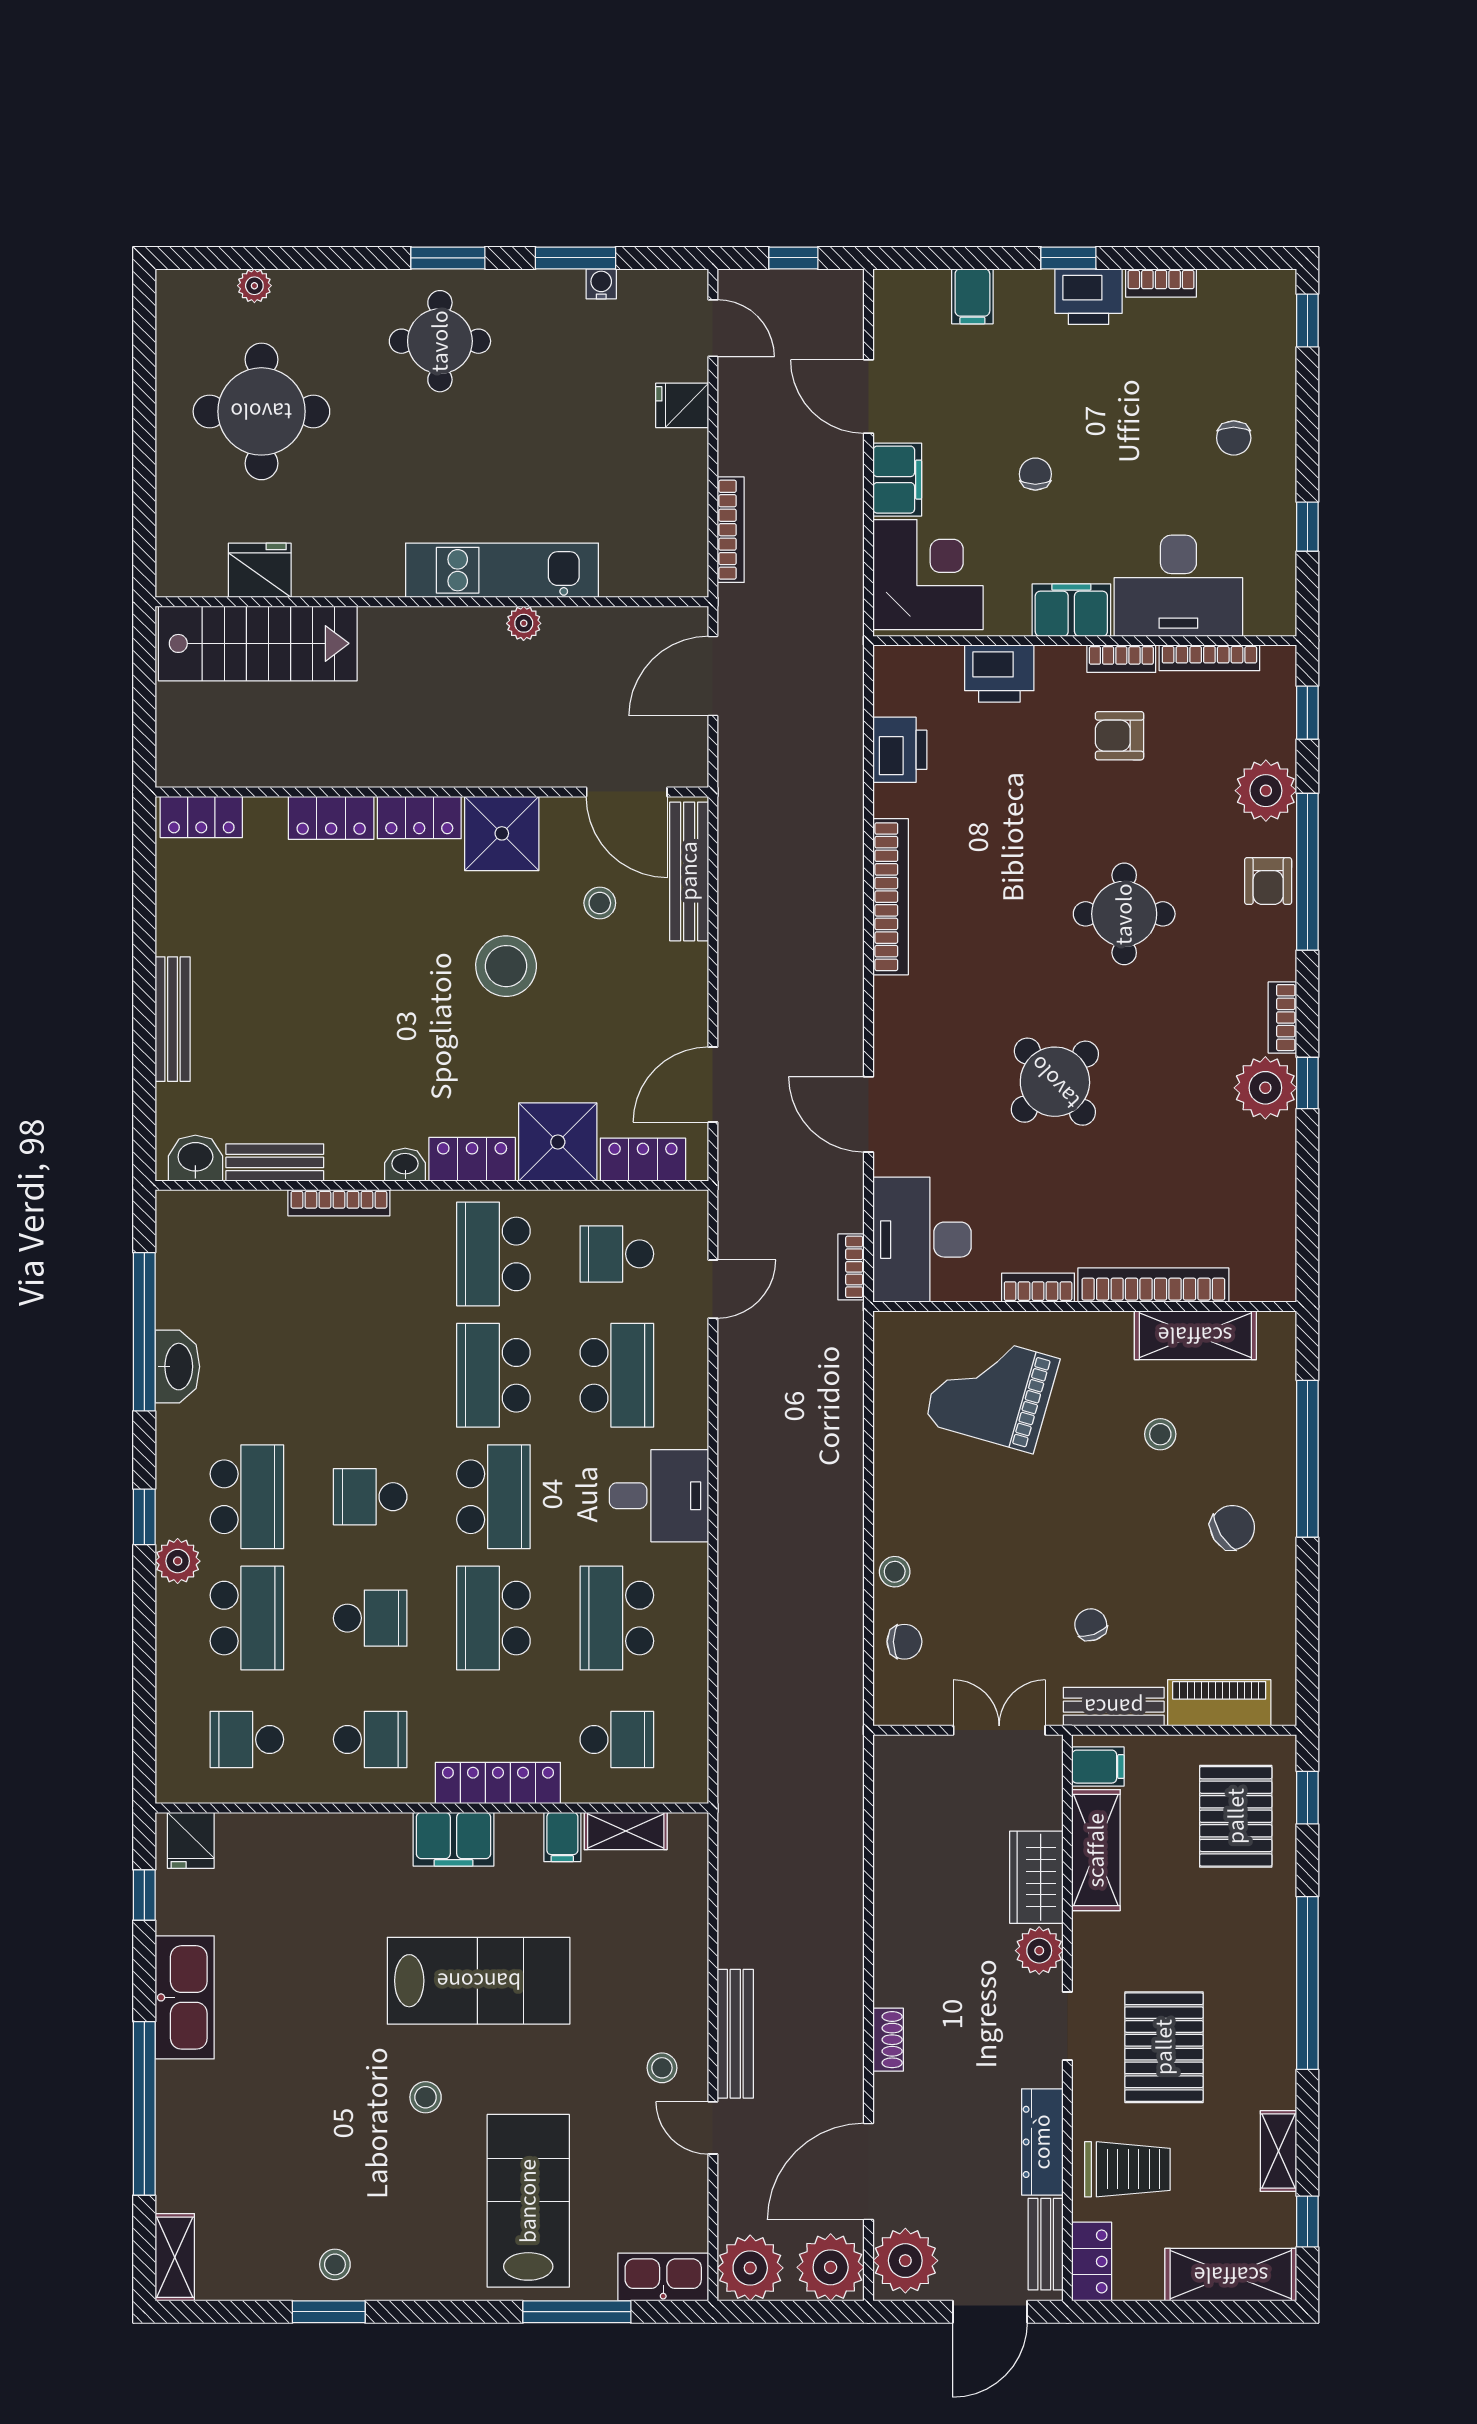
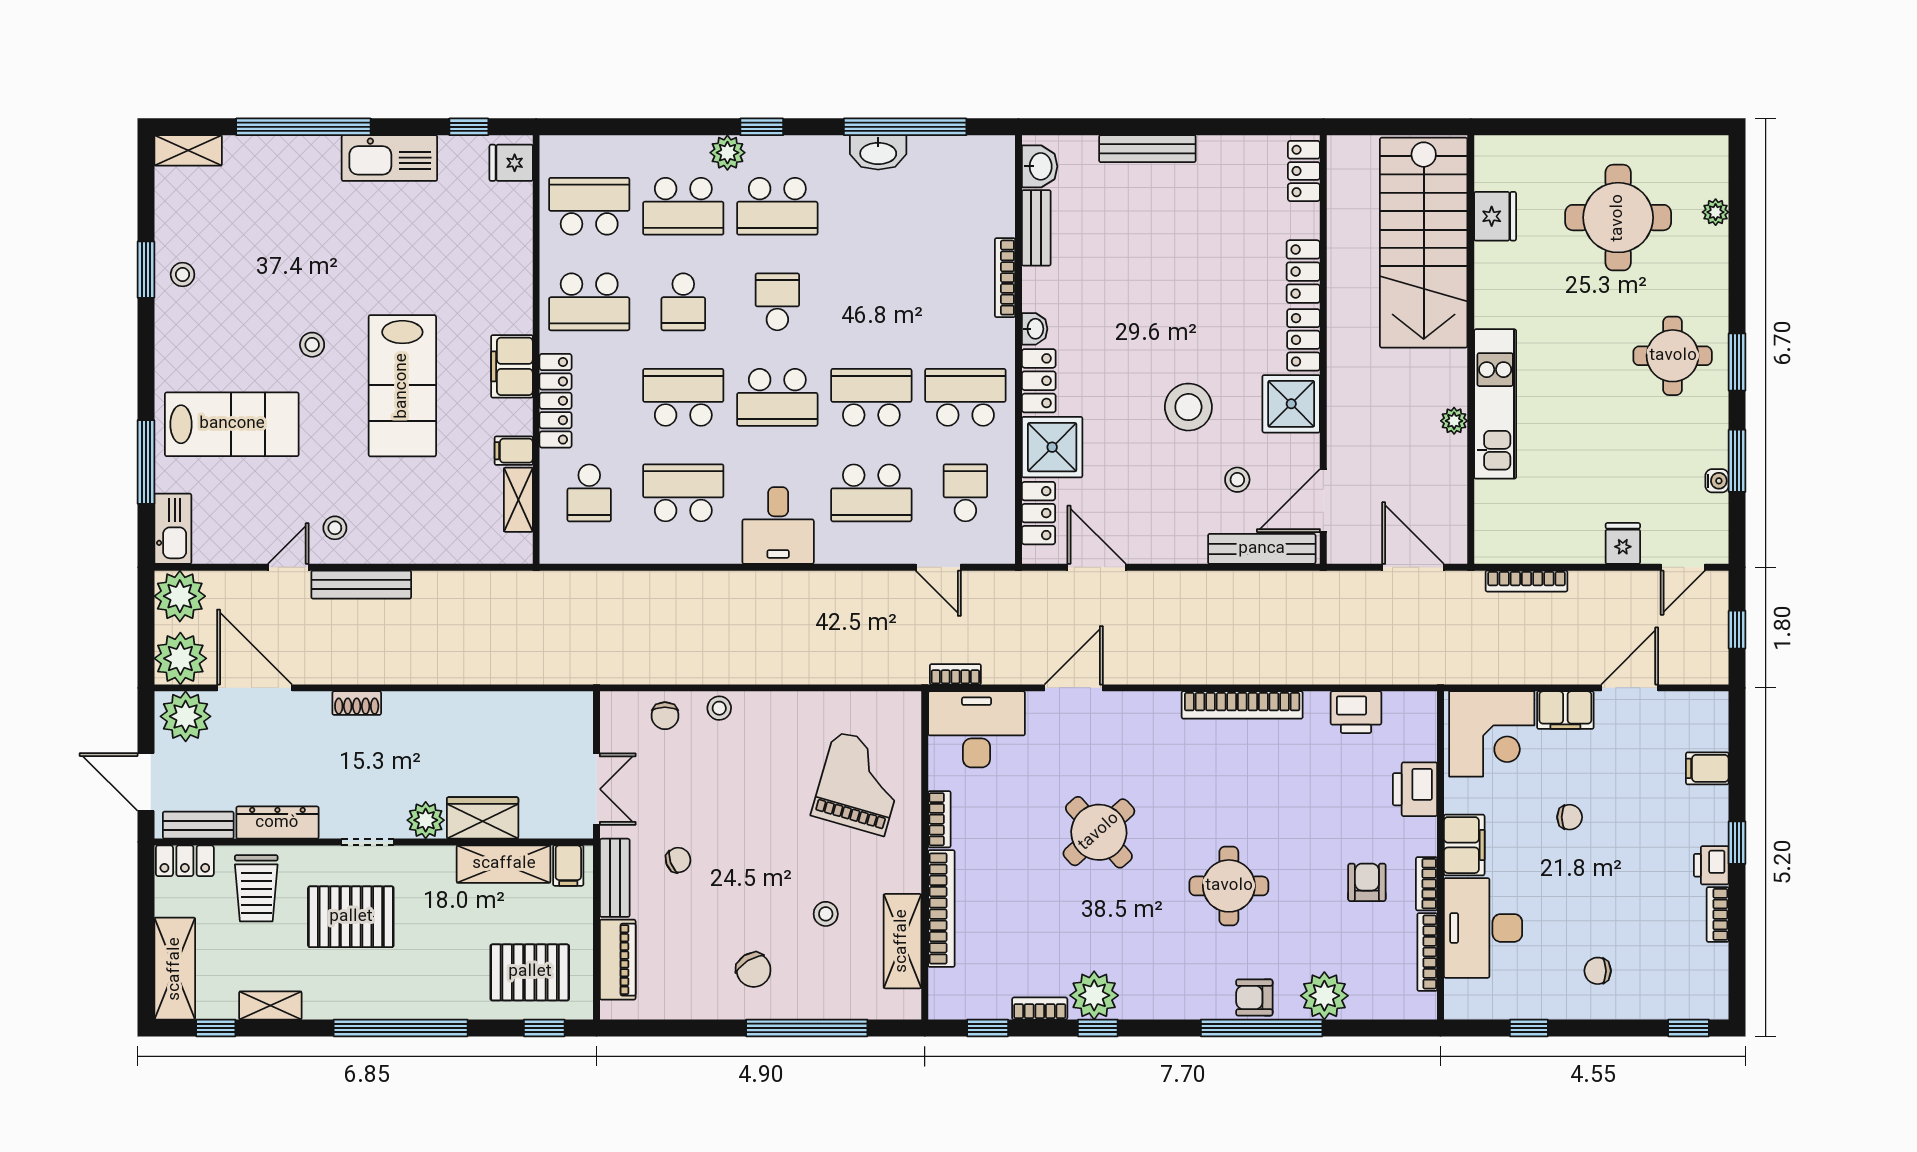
printer: (1088, 297) -> (1711, 865), width x0.73, depth x0.81
stairs: (258, 643) -> (1424, 243), width x1.36, depth x1.51
window: (1307, 713) -> (988, 1028), moved
bookcase: (1282, 1018) -> (1040, 1009), moved
school desk: (247, 1740) -> (589, 206), width x1.85
school desk: (370, 1740) -> (589, 302), width x1.85

